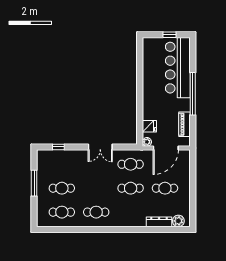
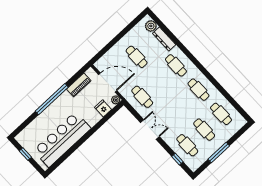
bar counter: (178, 68) -> (62, 139), moved, turned 180
cafe table: (62, 164) -> (187, 145), added
cafe table: (131, 188) -> (176, 65), moved

